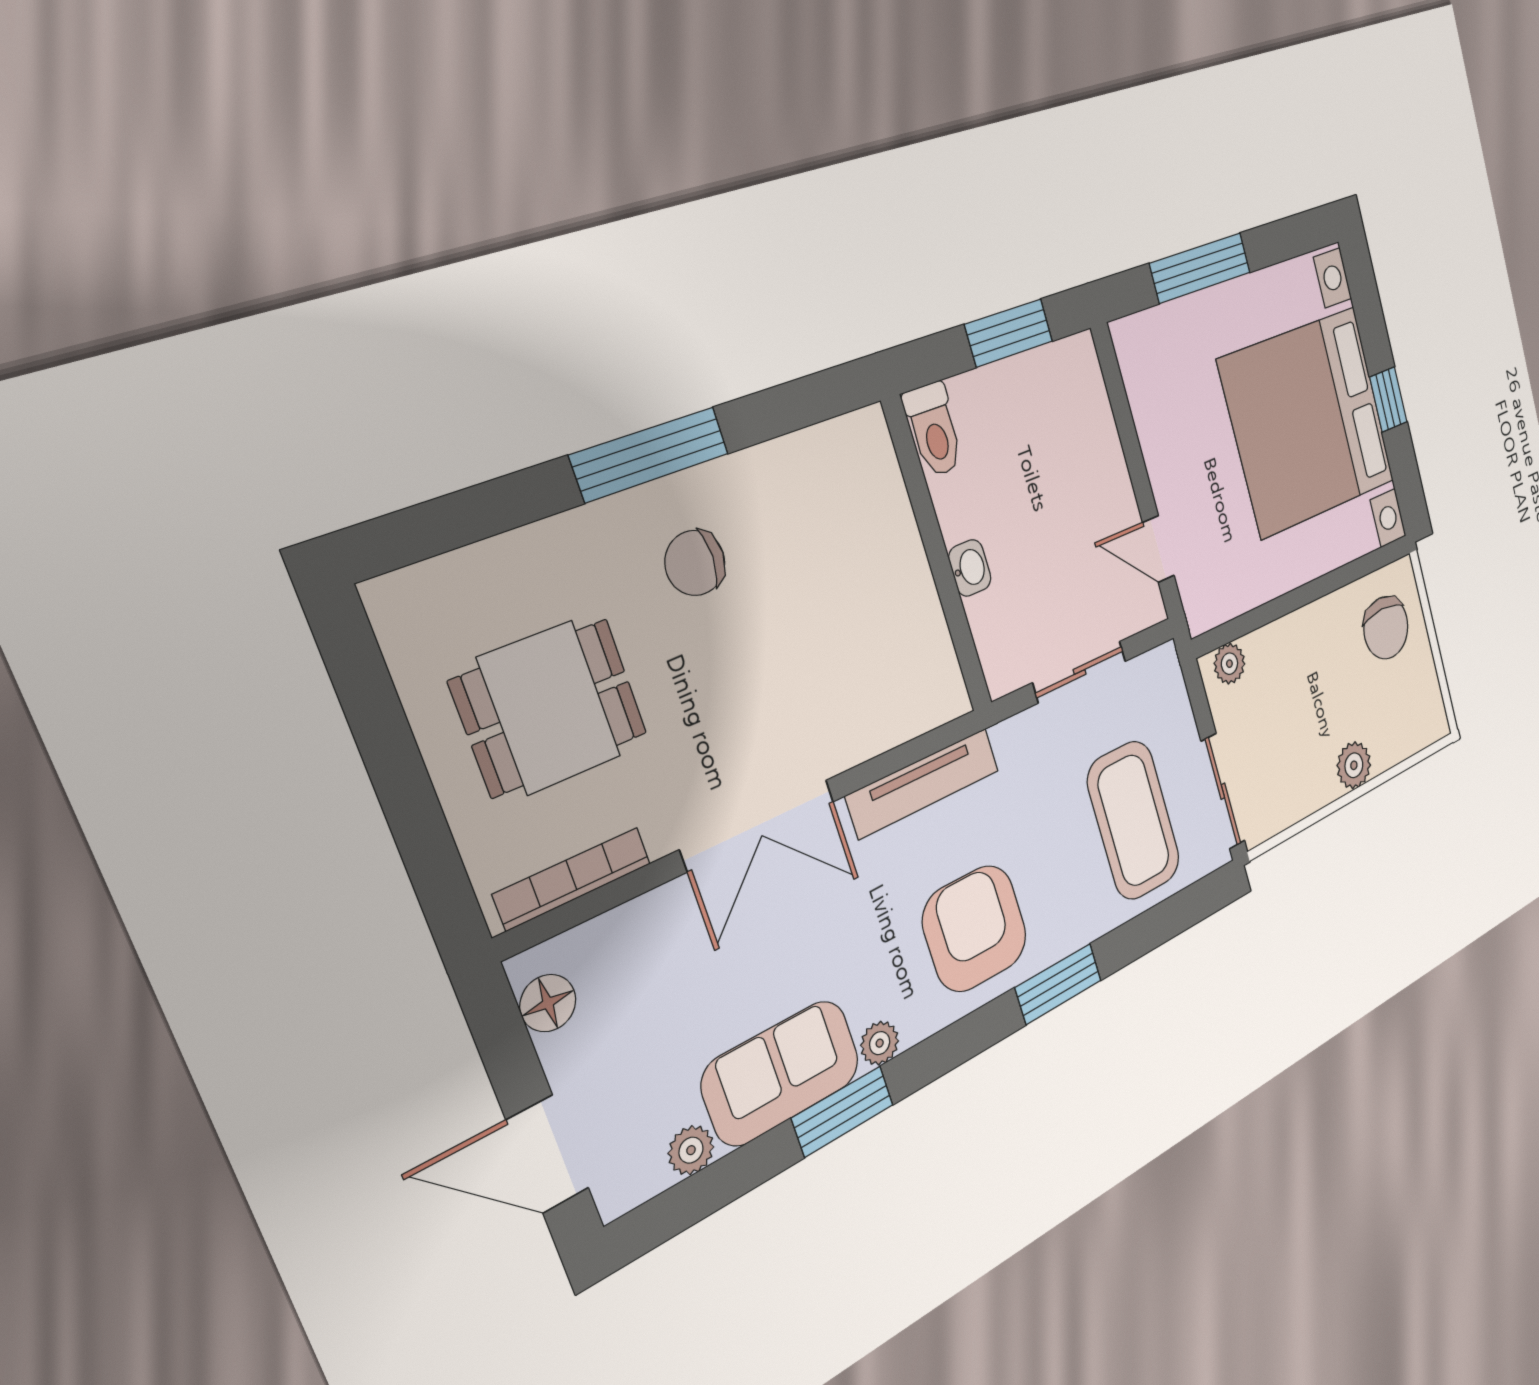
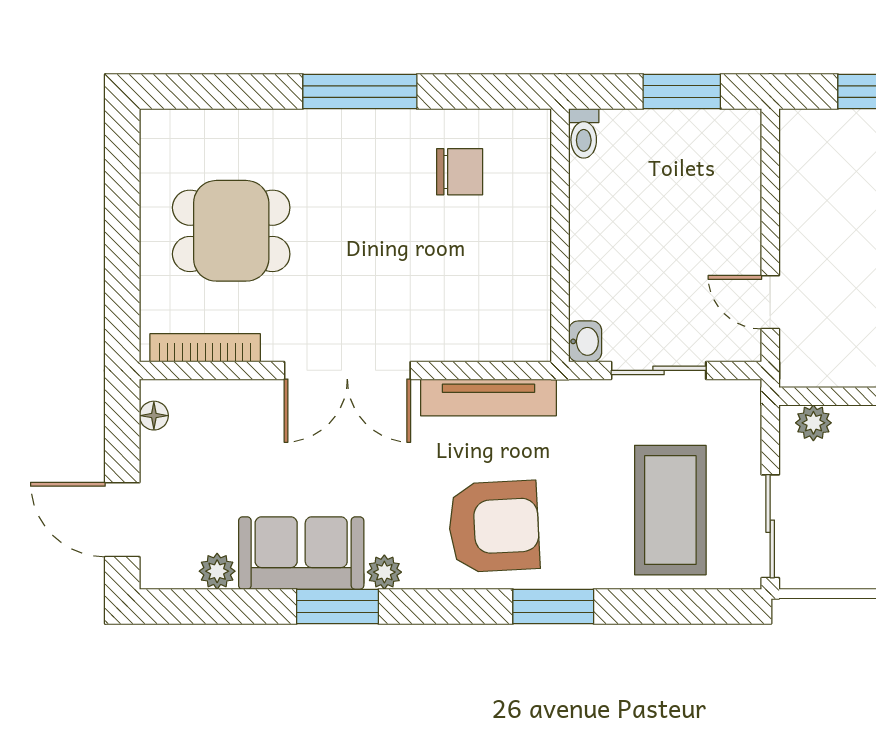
toilet: (934, 430) -> (584, 133), width x0.73, depth x0.72
chair: (695, 563) -> (460, 172), moved, turned 180
washbasin: (970, 568) -> (585, 341), moved
armchair: (975, 929) -> (494, 526), turned 87
floor lamp: (548, 1003) -> (154, 416), width x0.73, depth x0.73

